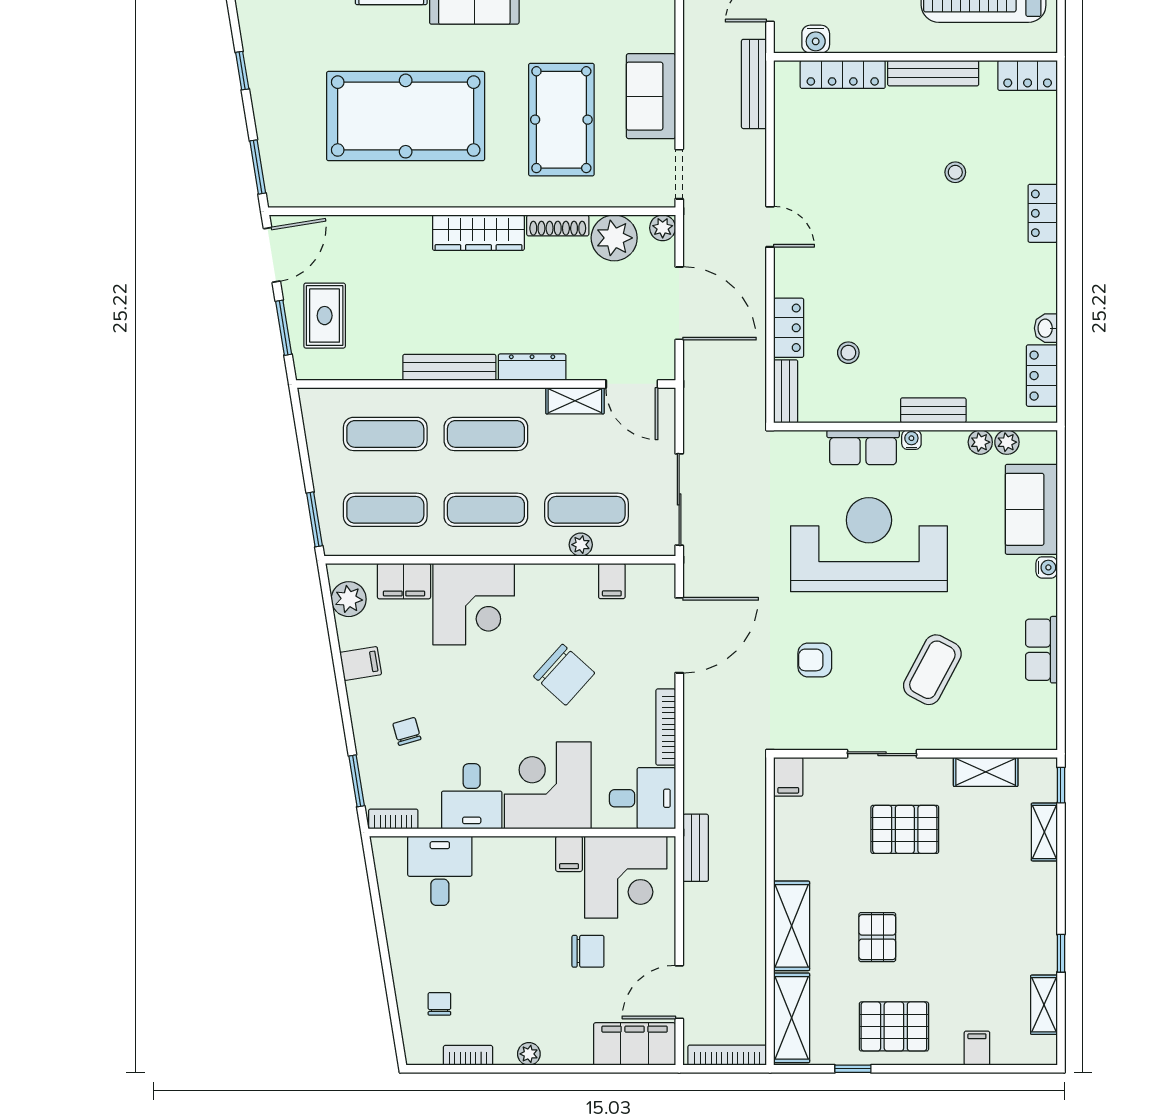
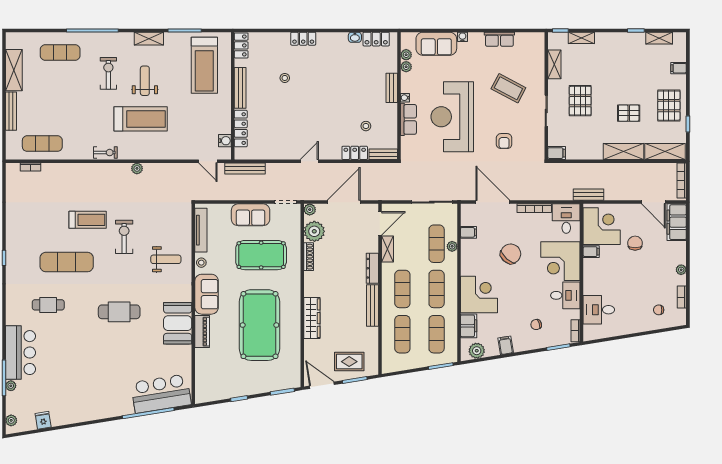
wardrobe: (478, 233) -> (312, 318), moved

